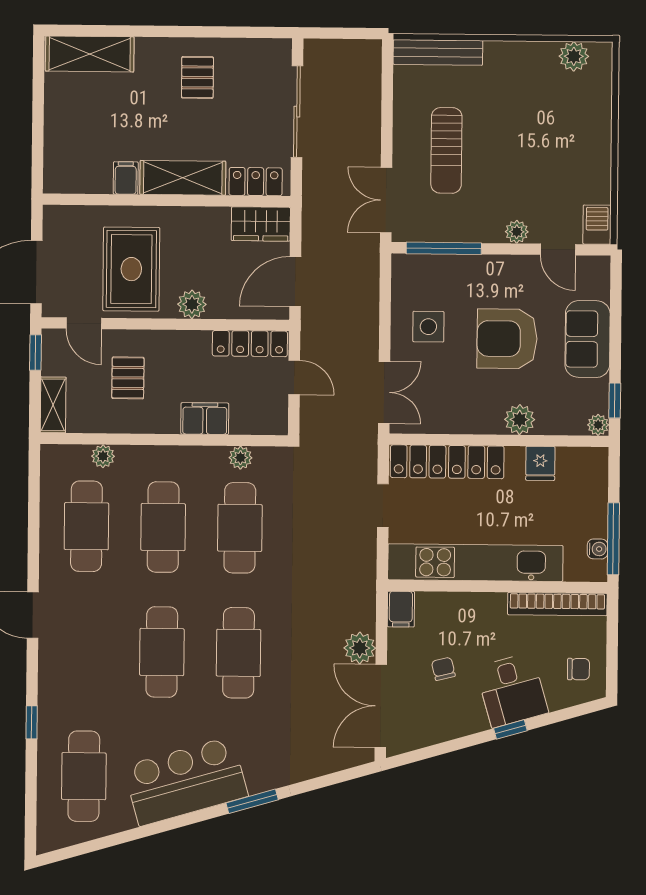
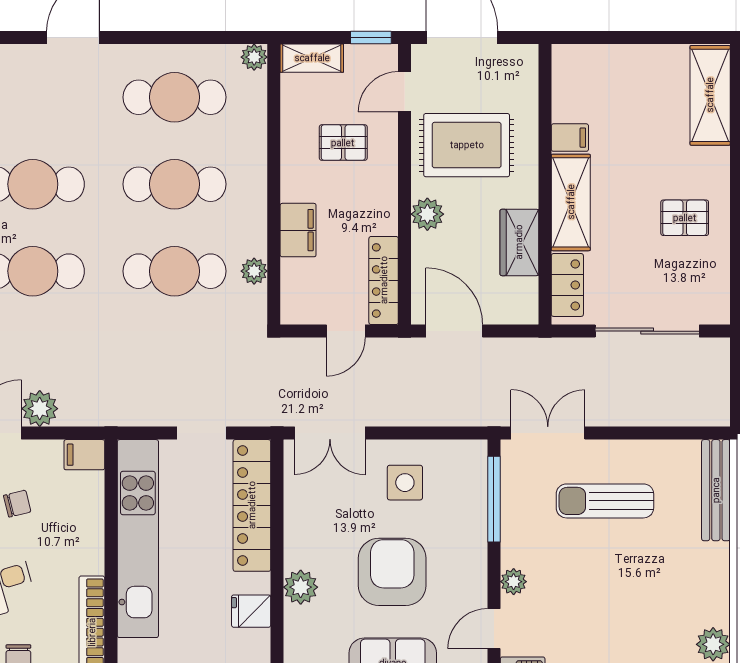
wardrobe: (261, 224) -> (519, 242), moved
plant: (103, 456) -> (254, 57), moved

